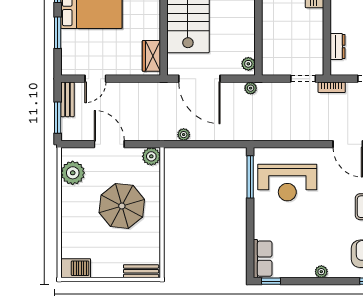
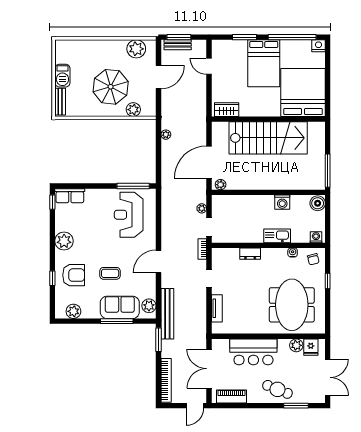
dresser: (338, 46) -> (250, 254), moved
door: (199, 79) -> (209, 162), moved
plant: (251, 88) -> (202, 208), moved
bench: (67, 99) -> (178, 45), moved
plant: (151, 156) -> (133, 110), moved
barbecue: (76, 268) -> (62, 76), moved
plant: (321, 272) -> (64, 241), width x1.88, depth x1.88

